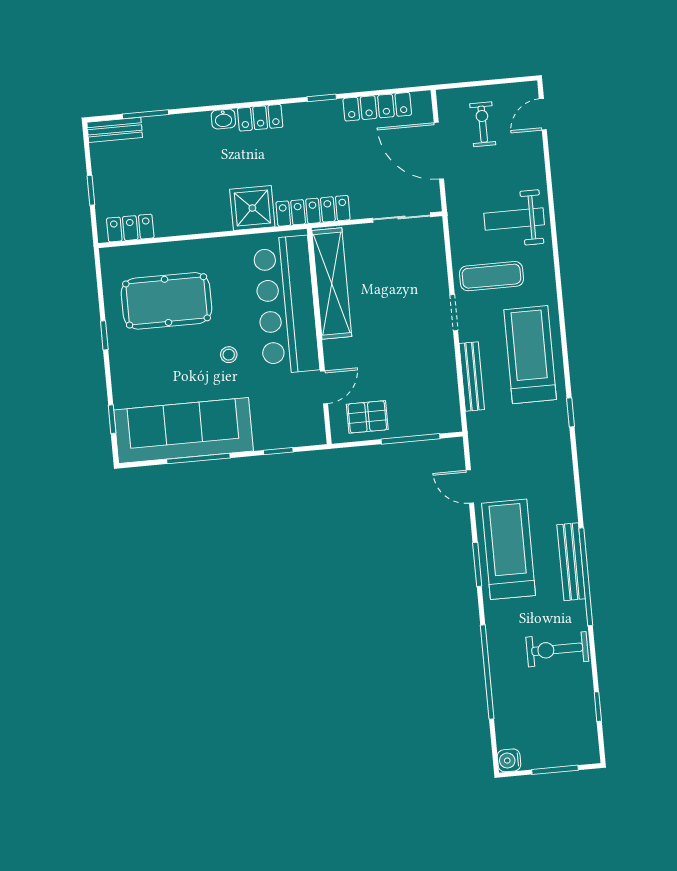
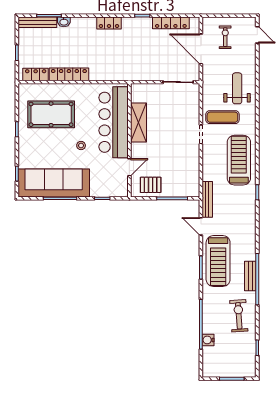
door: (543, 114) -> (257, 35), swing flipped
washbasin: (223, 119) -> (64, 22), moved
bench: (115, 130) -> (37, 22), width x1.36
shower: (252, 208) -> (101, 70), removed
locker: (313, 211) -> (69, 74), moved
weight bench: (514, 219) -> (237, 88), turned 90
shelving: (332, 284) -> (138, 122), width x0.68
bench: (472, 376) -> (207, 199), moved
treadmill: (509, 549) -> (218, 261), turned 180
bench: (571, 562) -> (250, 276), width x0.73
exercise bike: (557, 649) -> (239, 316), turned 86
water cooler: (509, 760) -> (208, 340), moved

